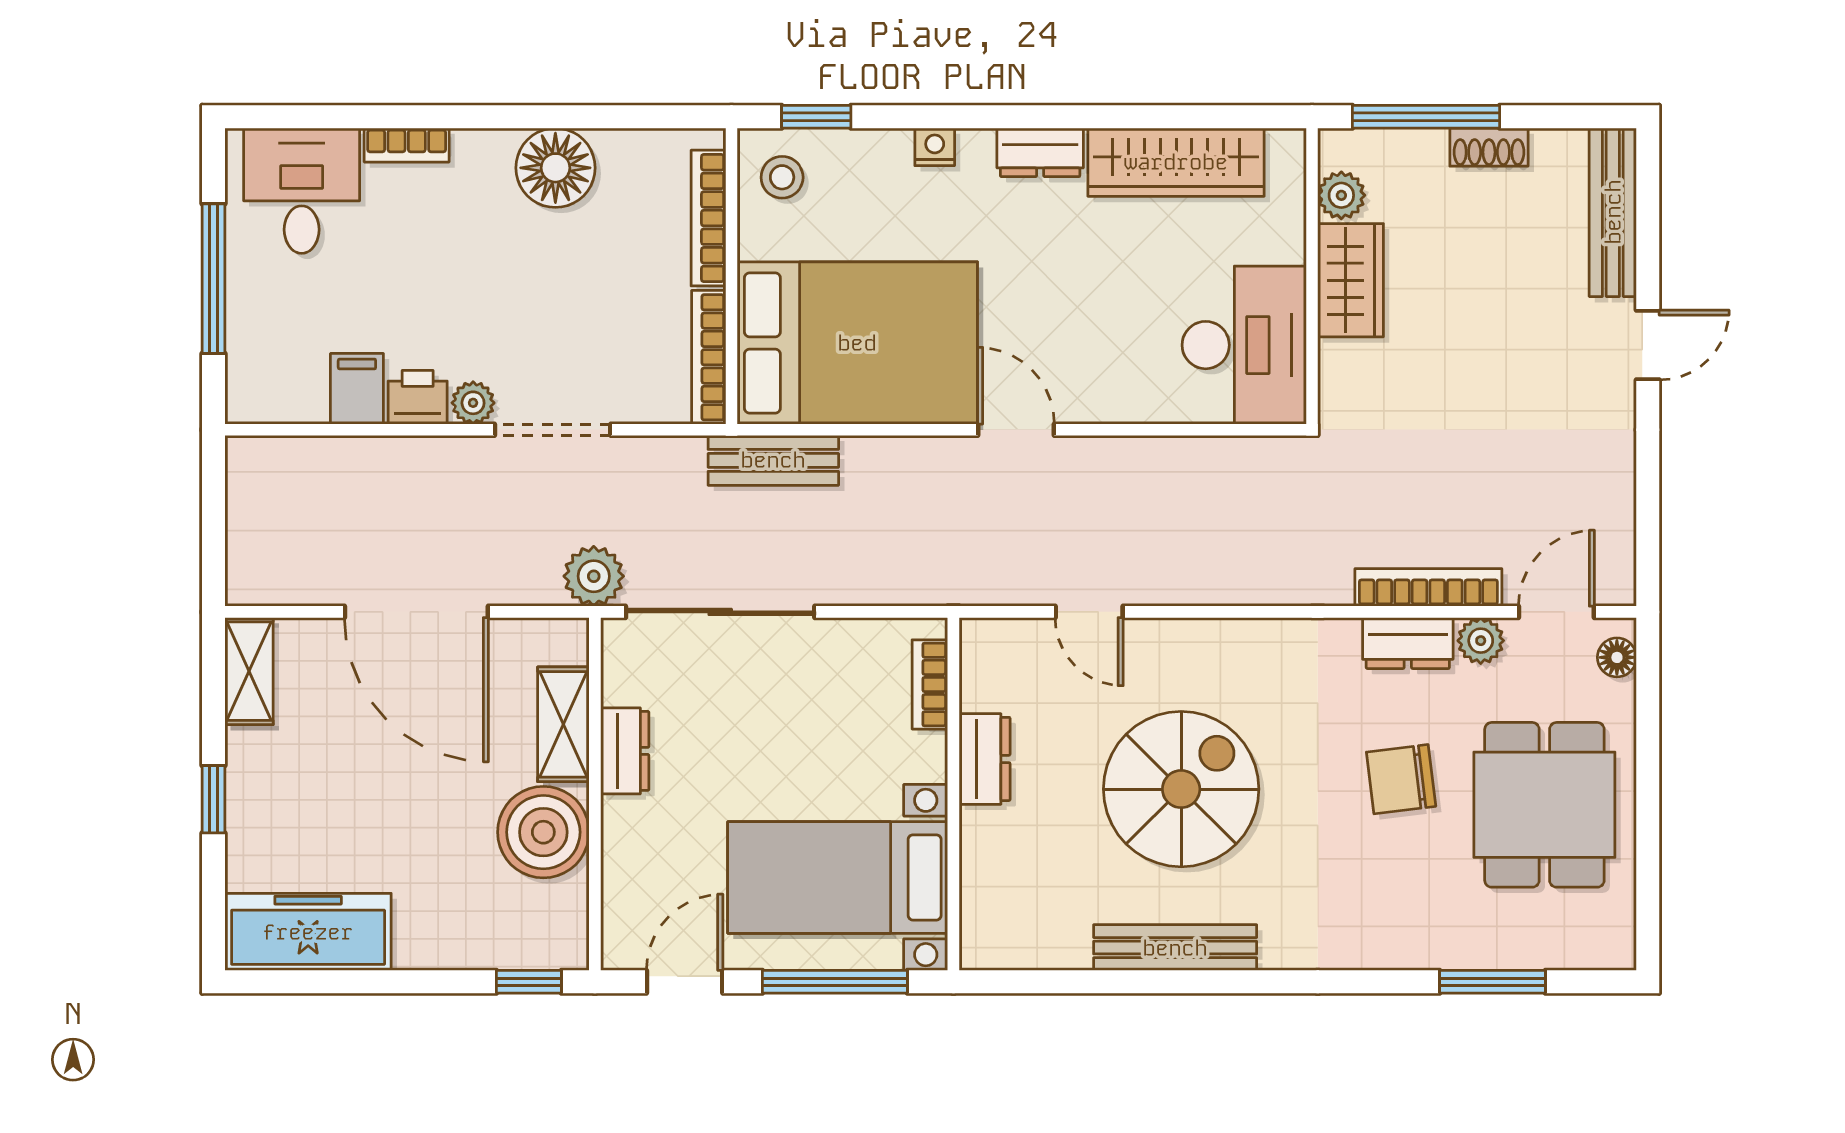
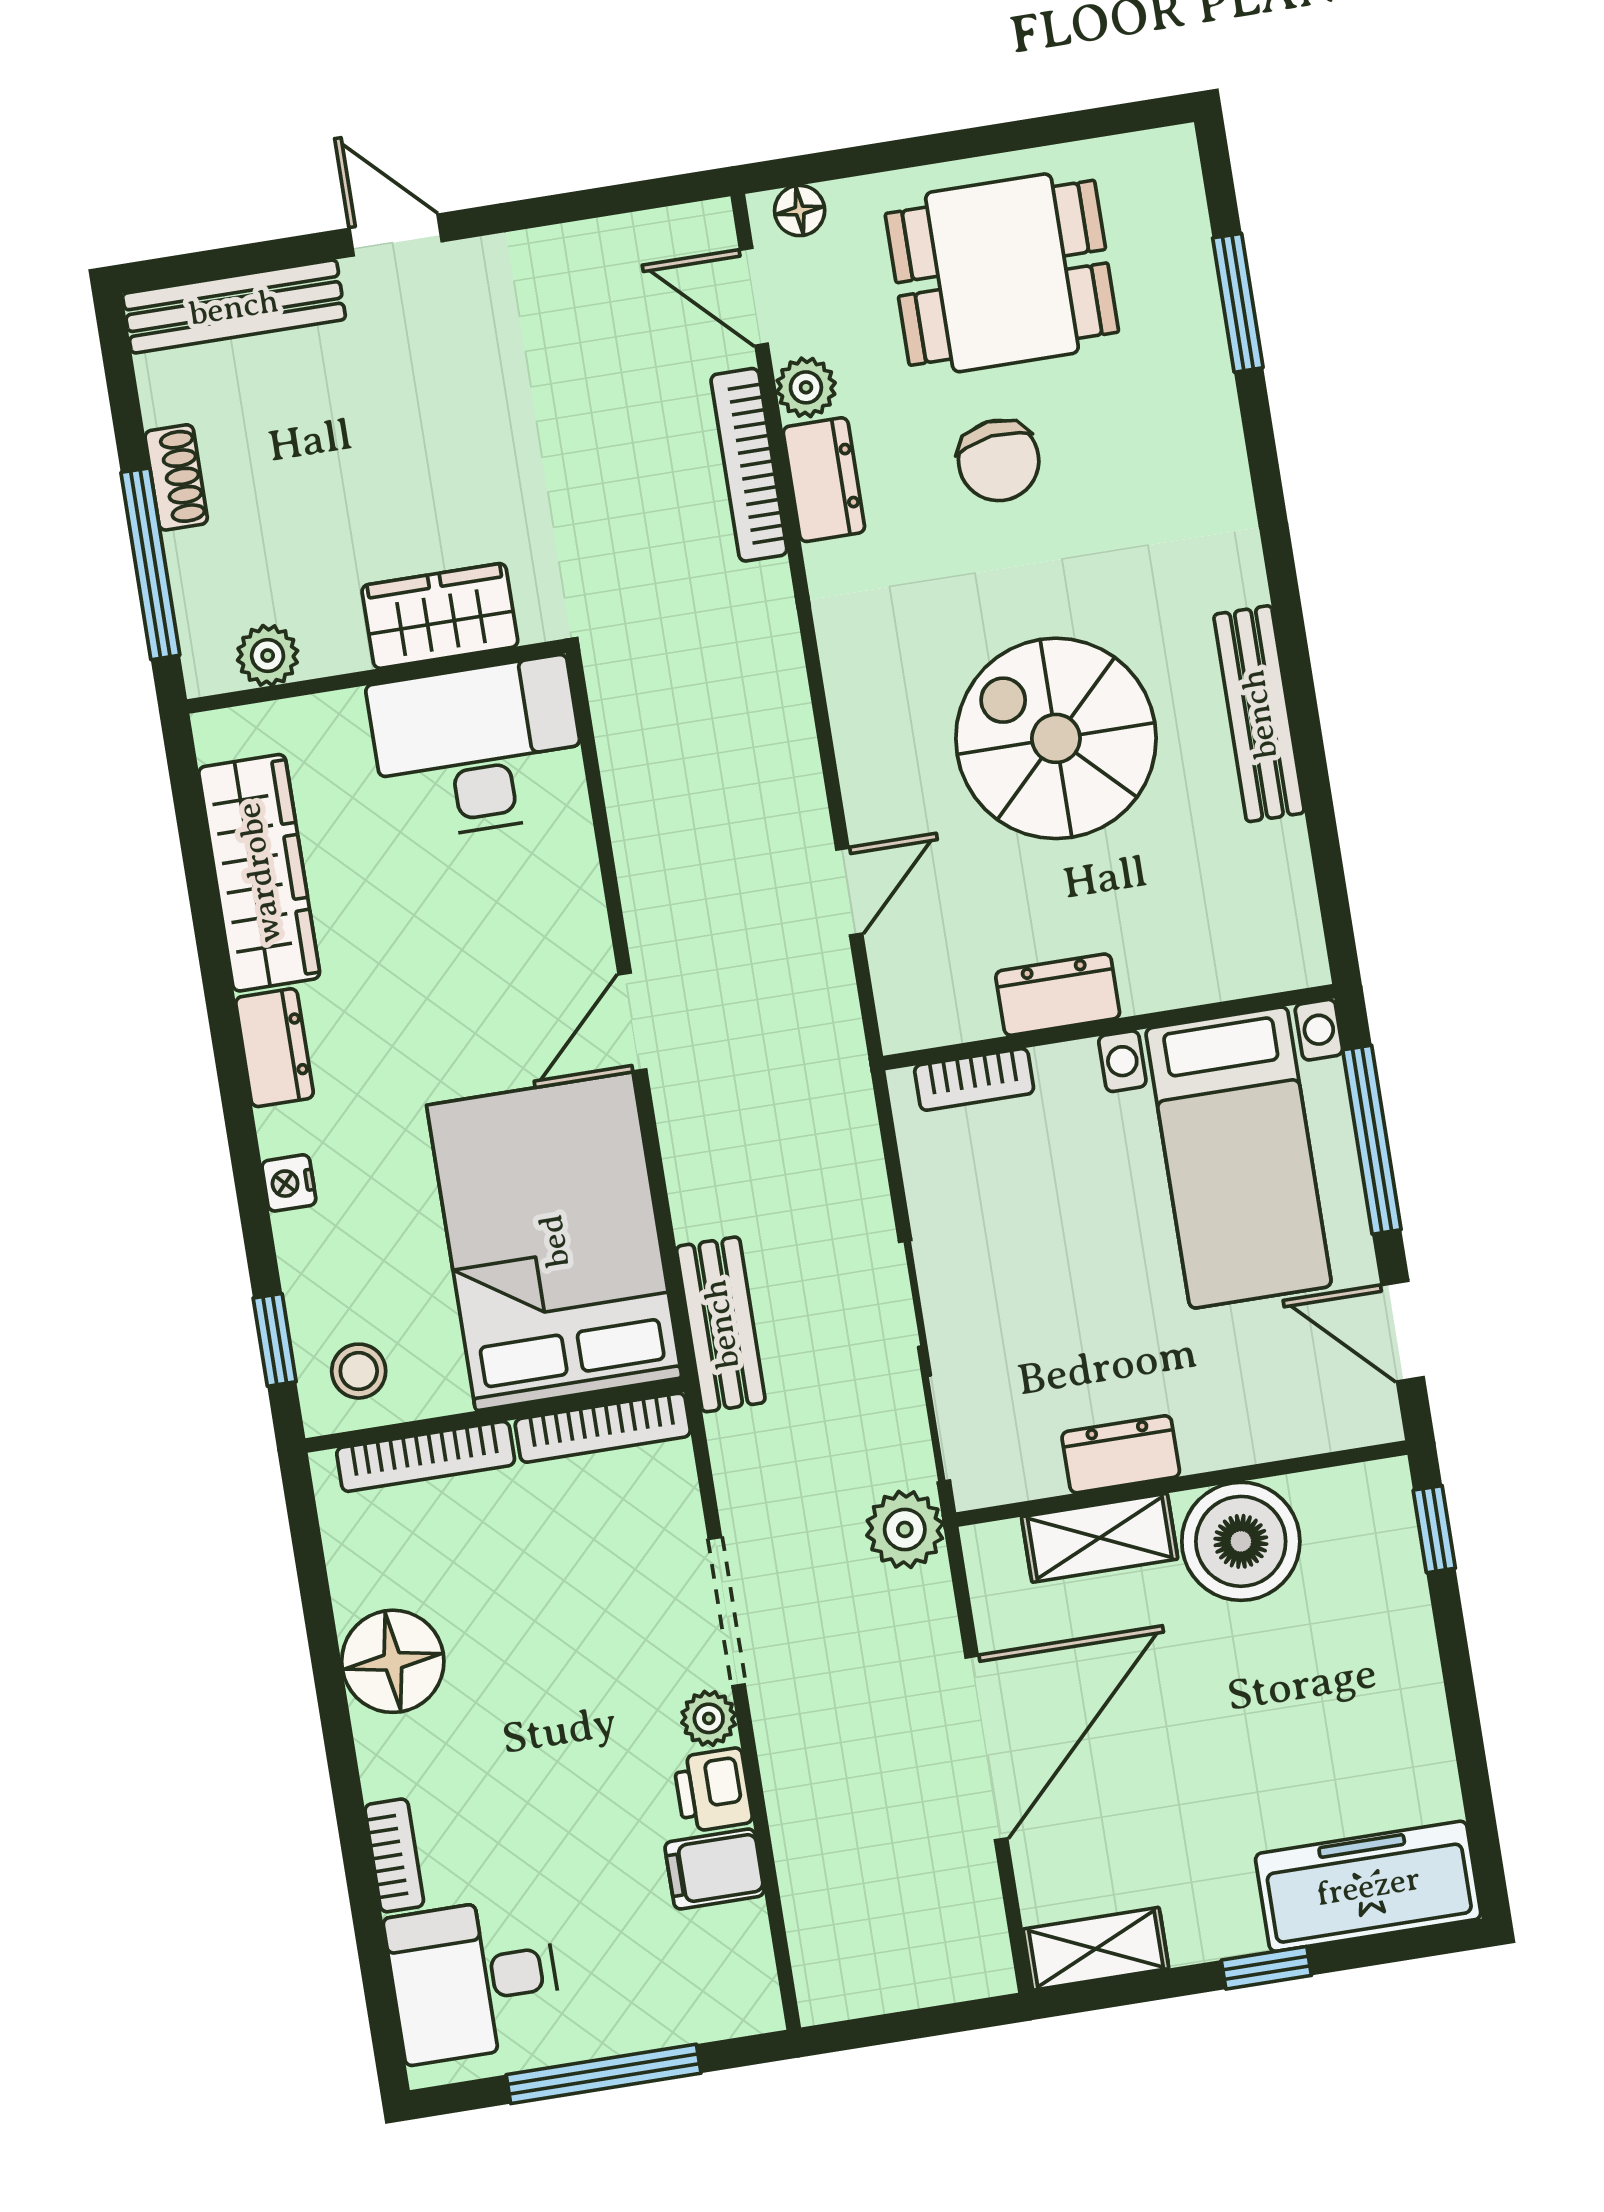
wardrobe: (1351, 280) -> (440, 616), moved
freezer: (308, 932) -> (1368, 1886), moved, turned 90

